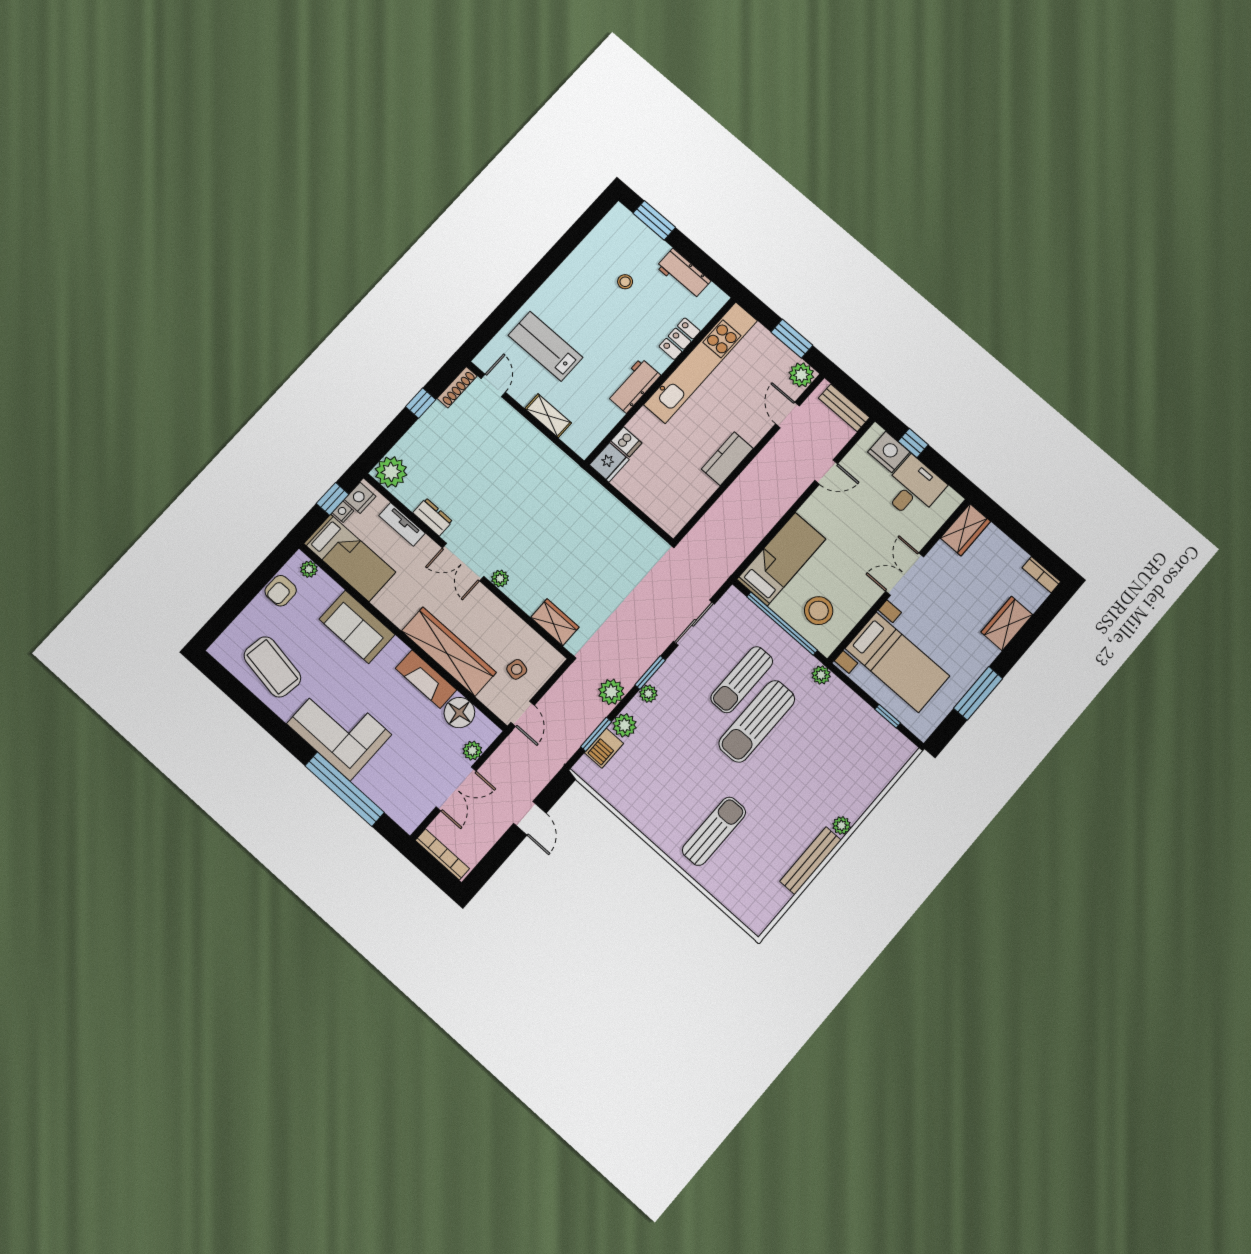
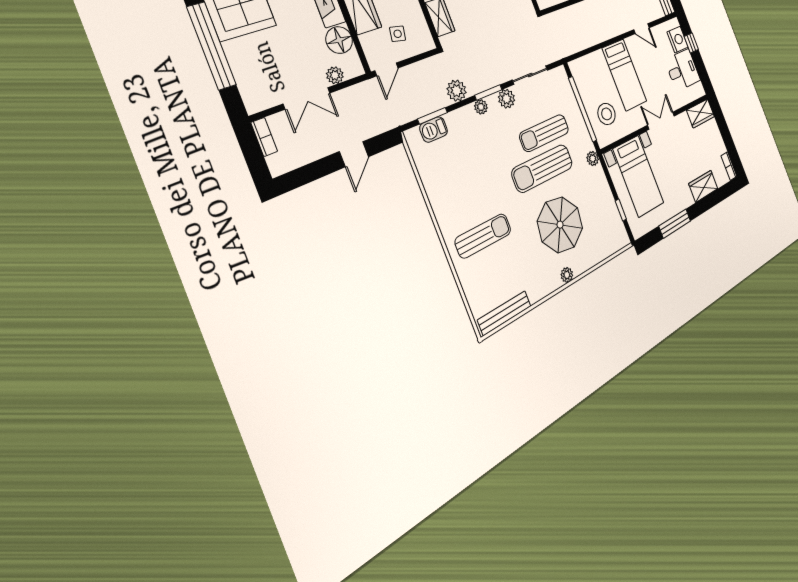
bed: (781, 559) -> (624, 75), moved, turned 90
plant: (625, 725) -> (506, 99), moved
parasol: (808, 774) -> (560, 225), added
bookcase: (442, 854) -> (264, 137), width x0.64
bench: (811, 861) -> (504, 313), moved

